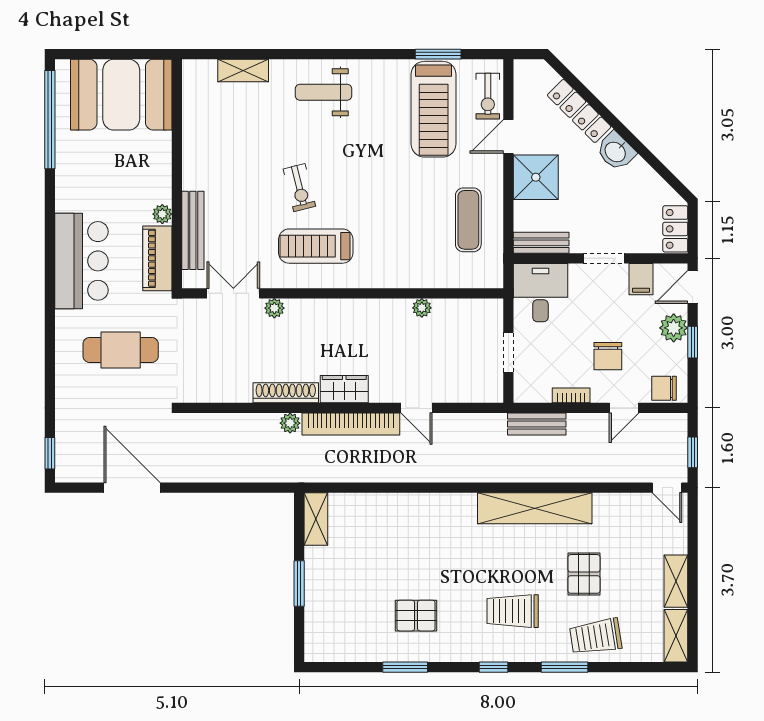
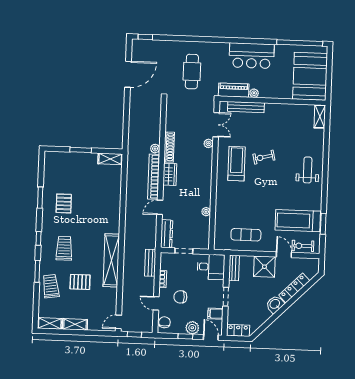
shelving: (243, 70) -> (320, 117), moved
bar counter: (81, 261) -> (252, 56), moved
dresser: (473, 391) -> (167, 234), added

